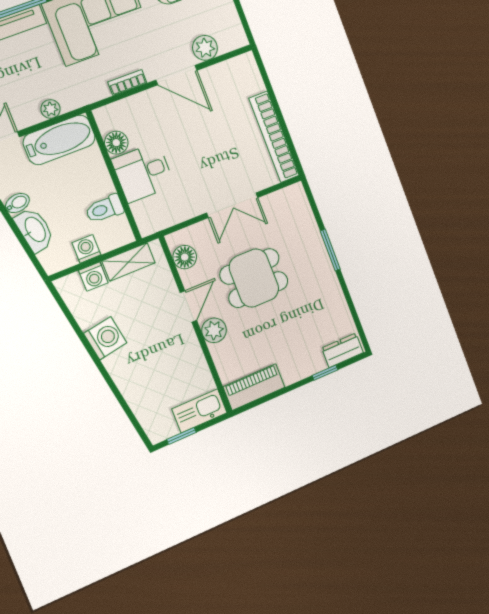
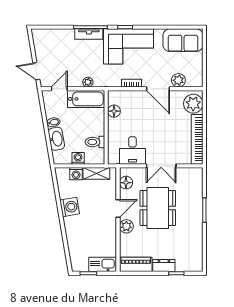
plant: (245, 79) -> (193, 104), added
desk: (143, 172) -> (132, 150), moved, turned -90
dining table: (254, 278) -> (158, 208), width x1.37
dresser: (342, 350) -> (164, 266), moved

